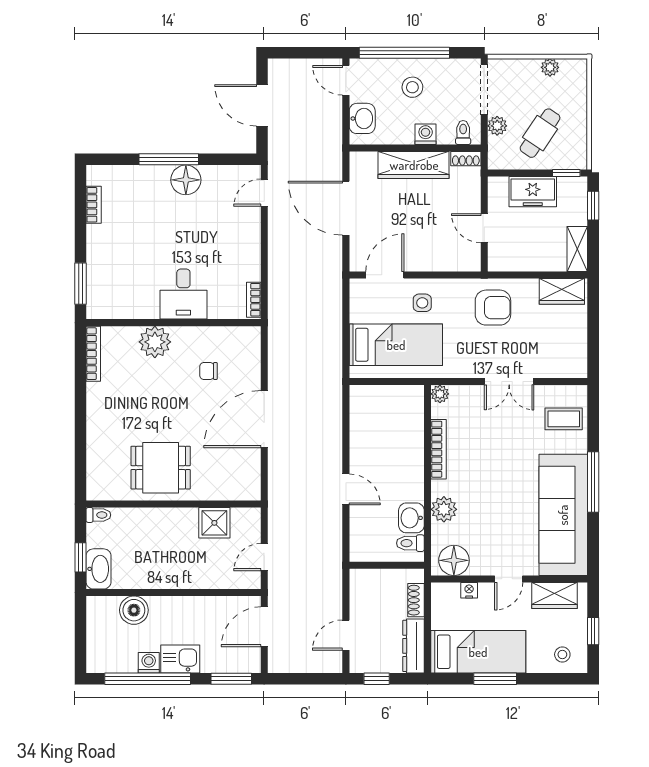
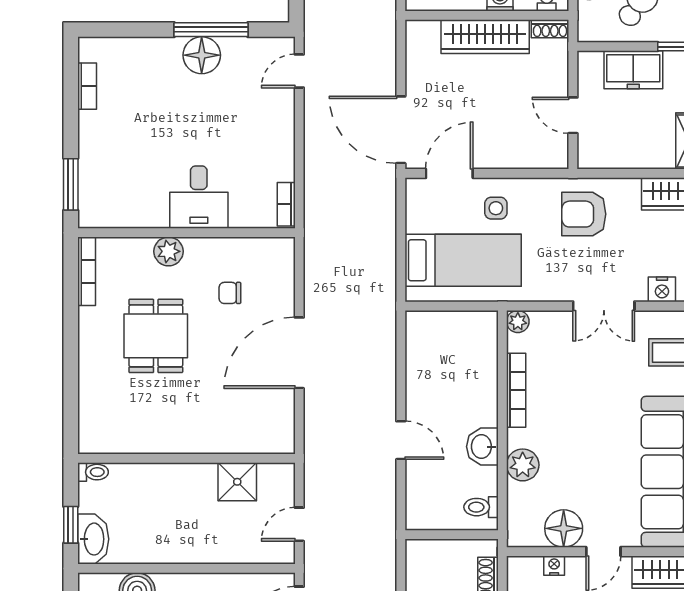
window: (169, 159) -> (211, 30), moved
door: (346, 208) -> (401, 130), moved
armchair: (493, 308) -> (584, 214), turned 180
plant: (155, 342) -> (168, 251), width x0.73, depth x0.73
nightstand: (556, 368) -> (662, 289), added
dining table: (161, 468) -> (156, 336), moved, turned 90
washbasin: (411, 518) -> (482, 447), moved
floor lamp: (454, 560) -> (564, 528), moved

